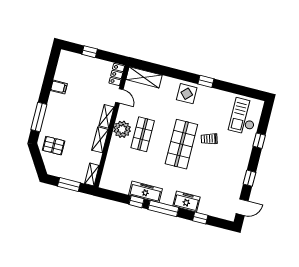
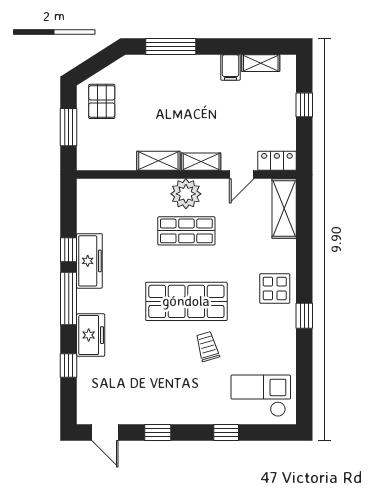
pallet: (54, 146) -> (102, 101), moved
shelving: (92, 174) -> (261, 63), moved

